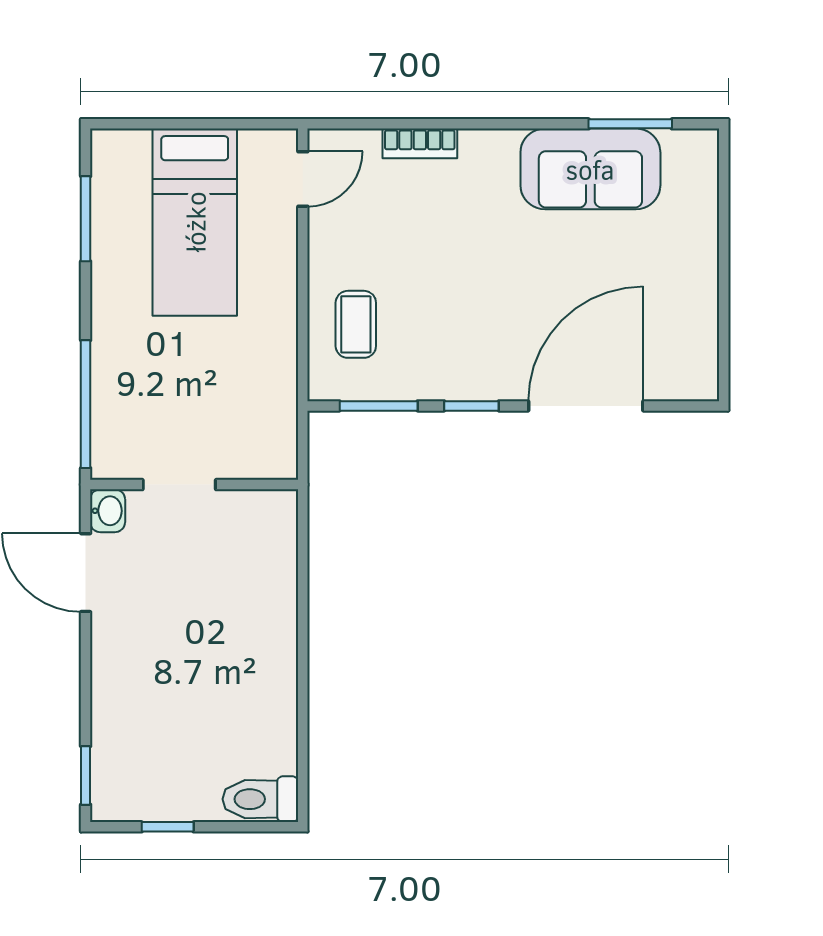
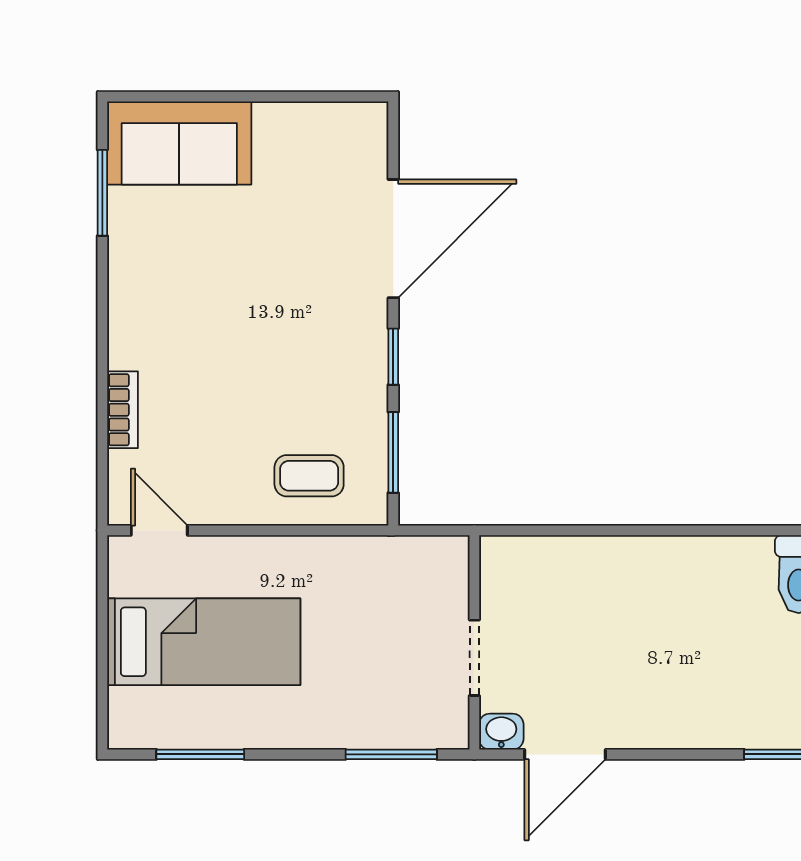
sofa: (590, 169) -> (179, 143), moved, turned 90
window: (86, 404) -> (391, 754), width x0.69
door: (586, 406) -> (393, 239), swing flipped

